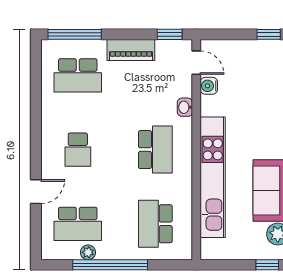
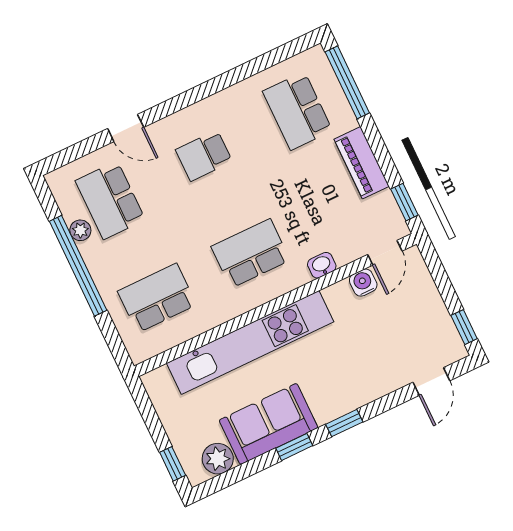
school desk: (155, 150) -> (251, 253), turned 180

